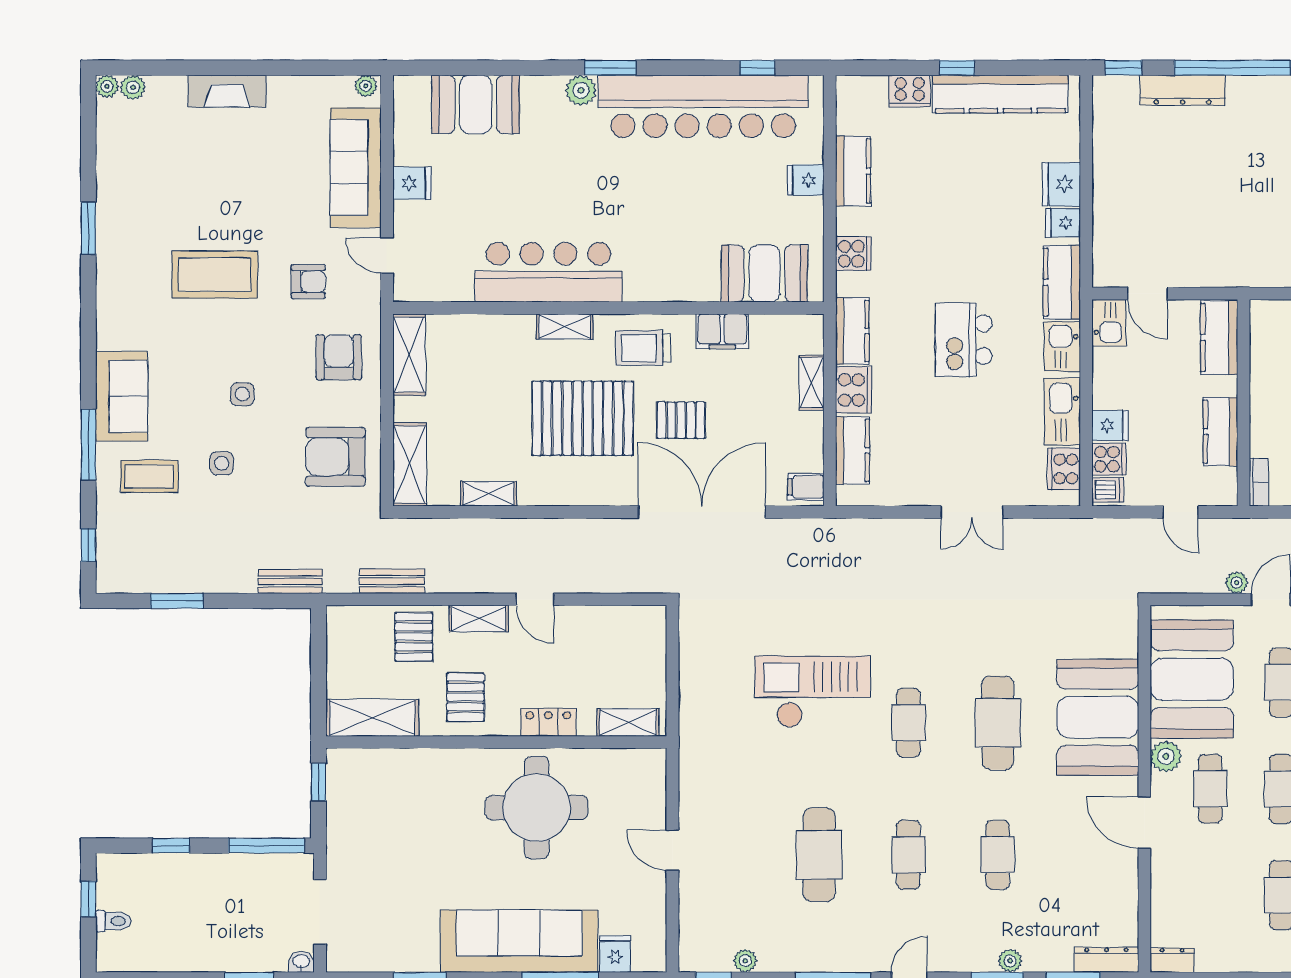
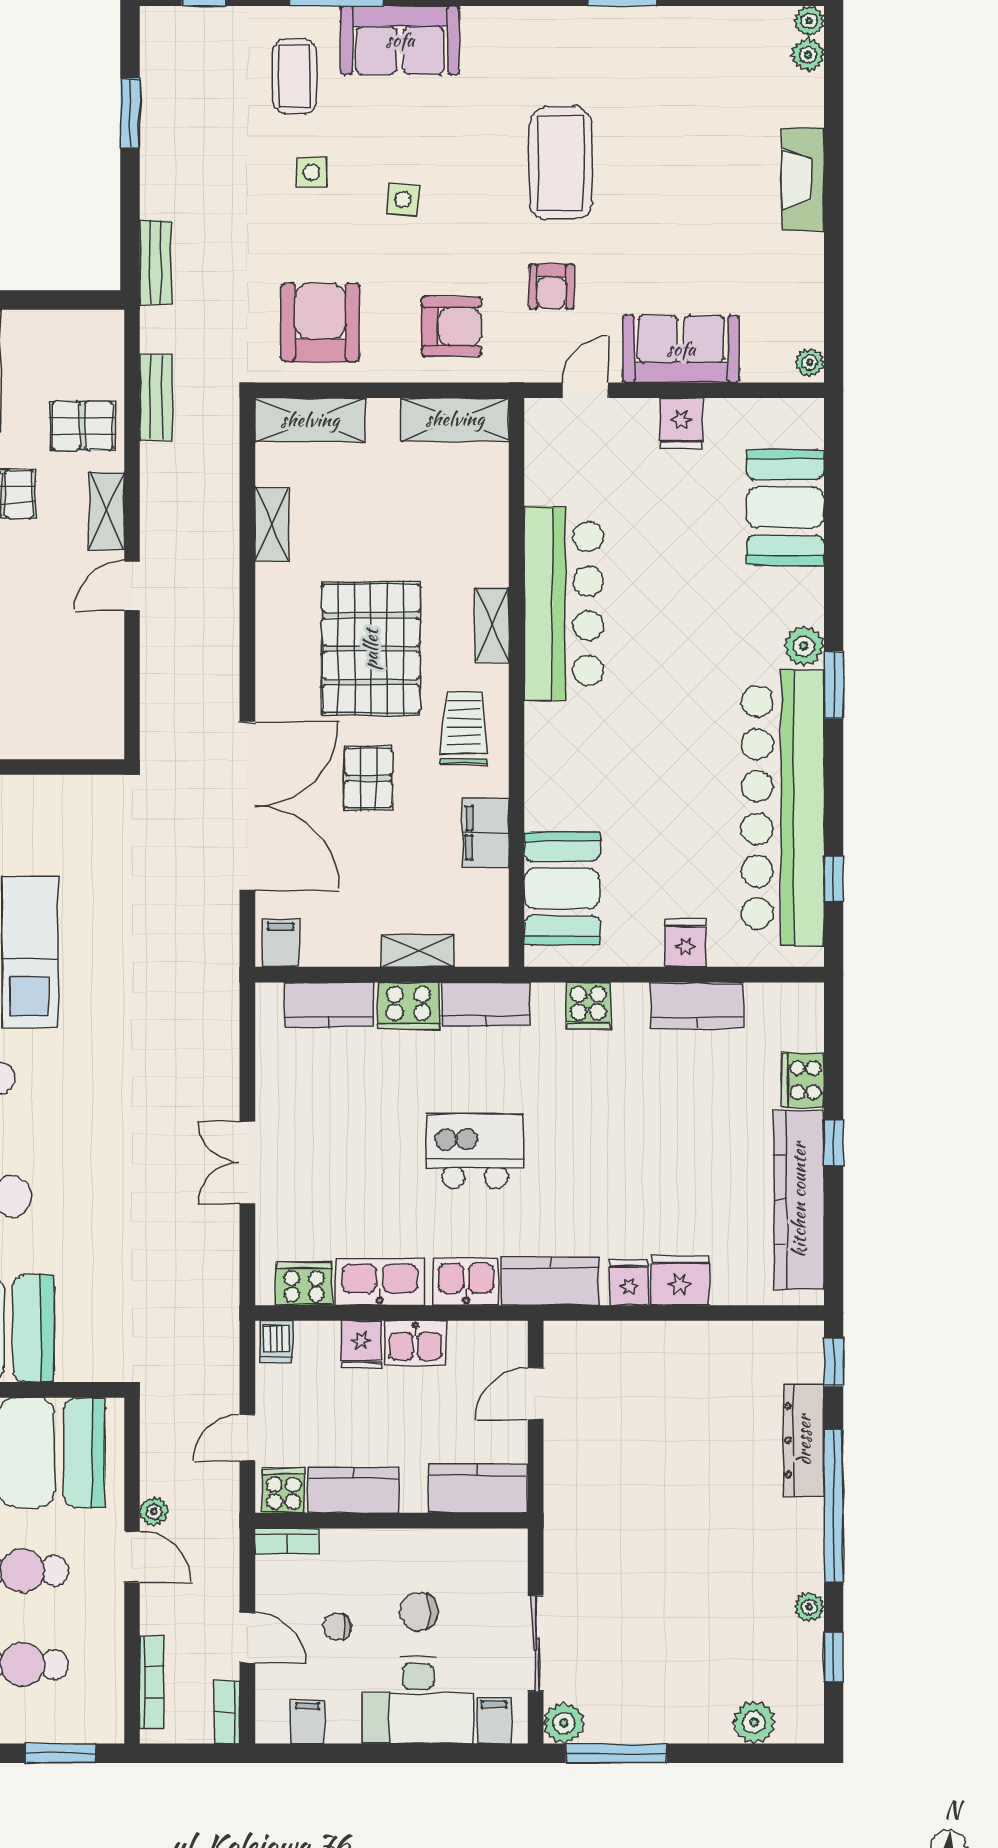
sofa: (356, 168) -> (681, 349), width x0.73
kitchen sink: (1109, 323) -> (415, 1343), moved
cooker: (1109, 459) -> (284, 1490), moved, turned 180

